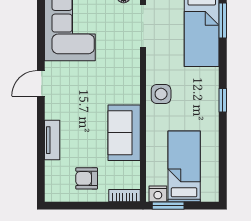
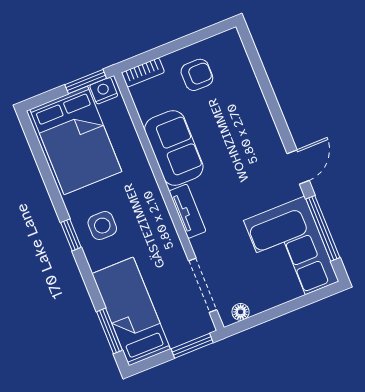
window: (41, 33) -> (323, 228), added
side table: (161, 94) -> (102, 226), moved
tv unit: (52, 140) -> (187, 211), moved, turned 180
bed: (184, 166) -> (76, 140), width x1.50

